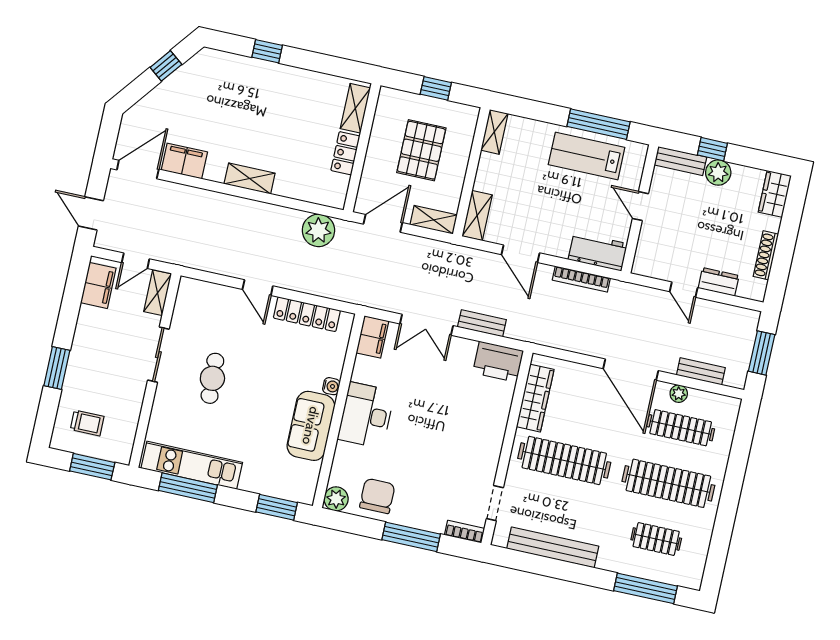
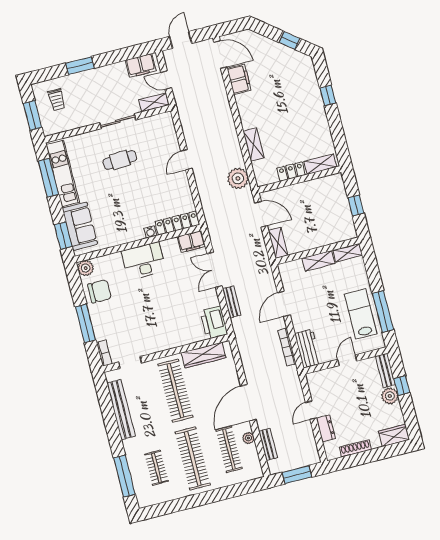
pallet: (421, 150) -> (315, 215), removed
shelving: (250, 179) -> (254, 145), moved
shelving: (477, 216) -> (318, 261), moved
locker: (307, 314) -> (177, 223), moved, turned 90
sofa: (311, 426) -> (80, 226), moved, turned 90

